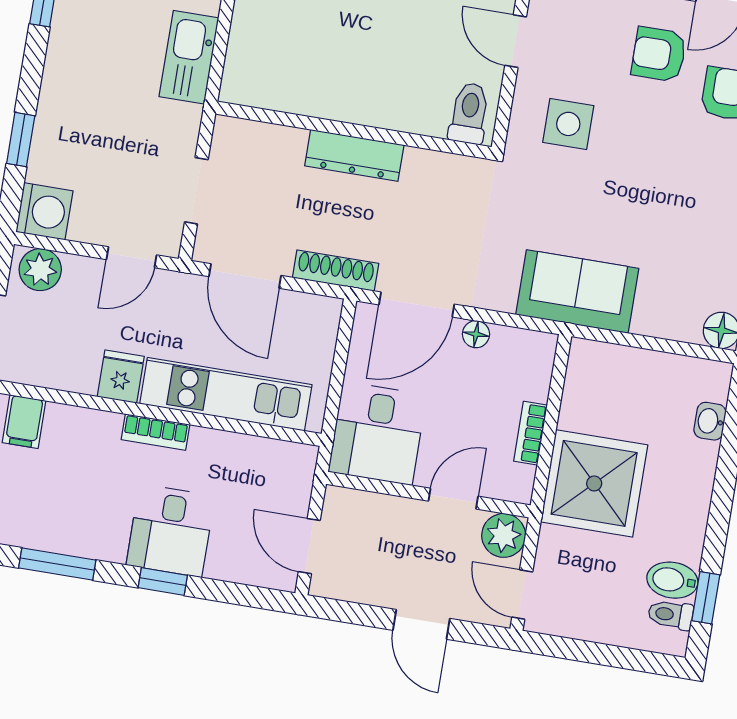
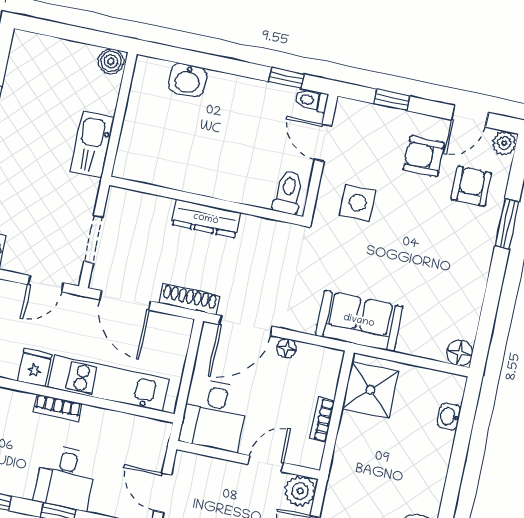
shower: (594, 483) -> (370, 390), moved, width x0.73, depth x0.73

